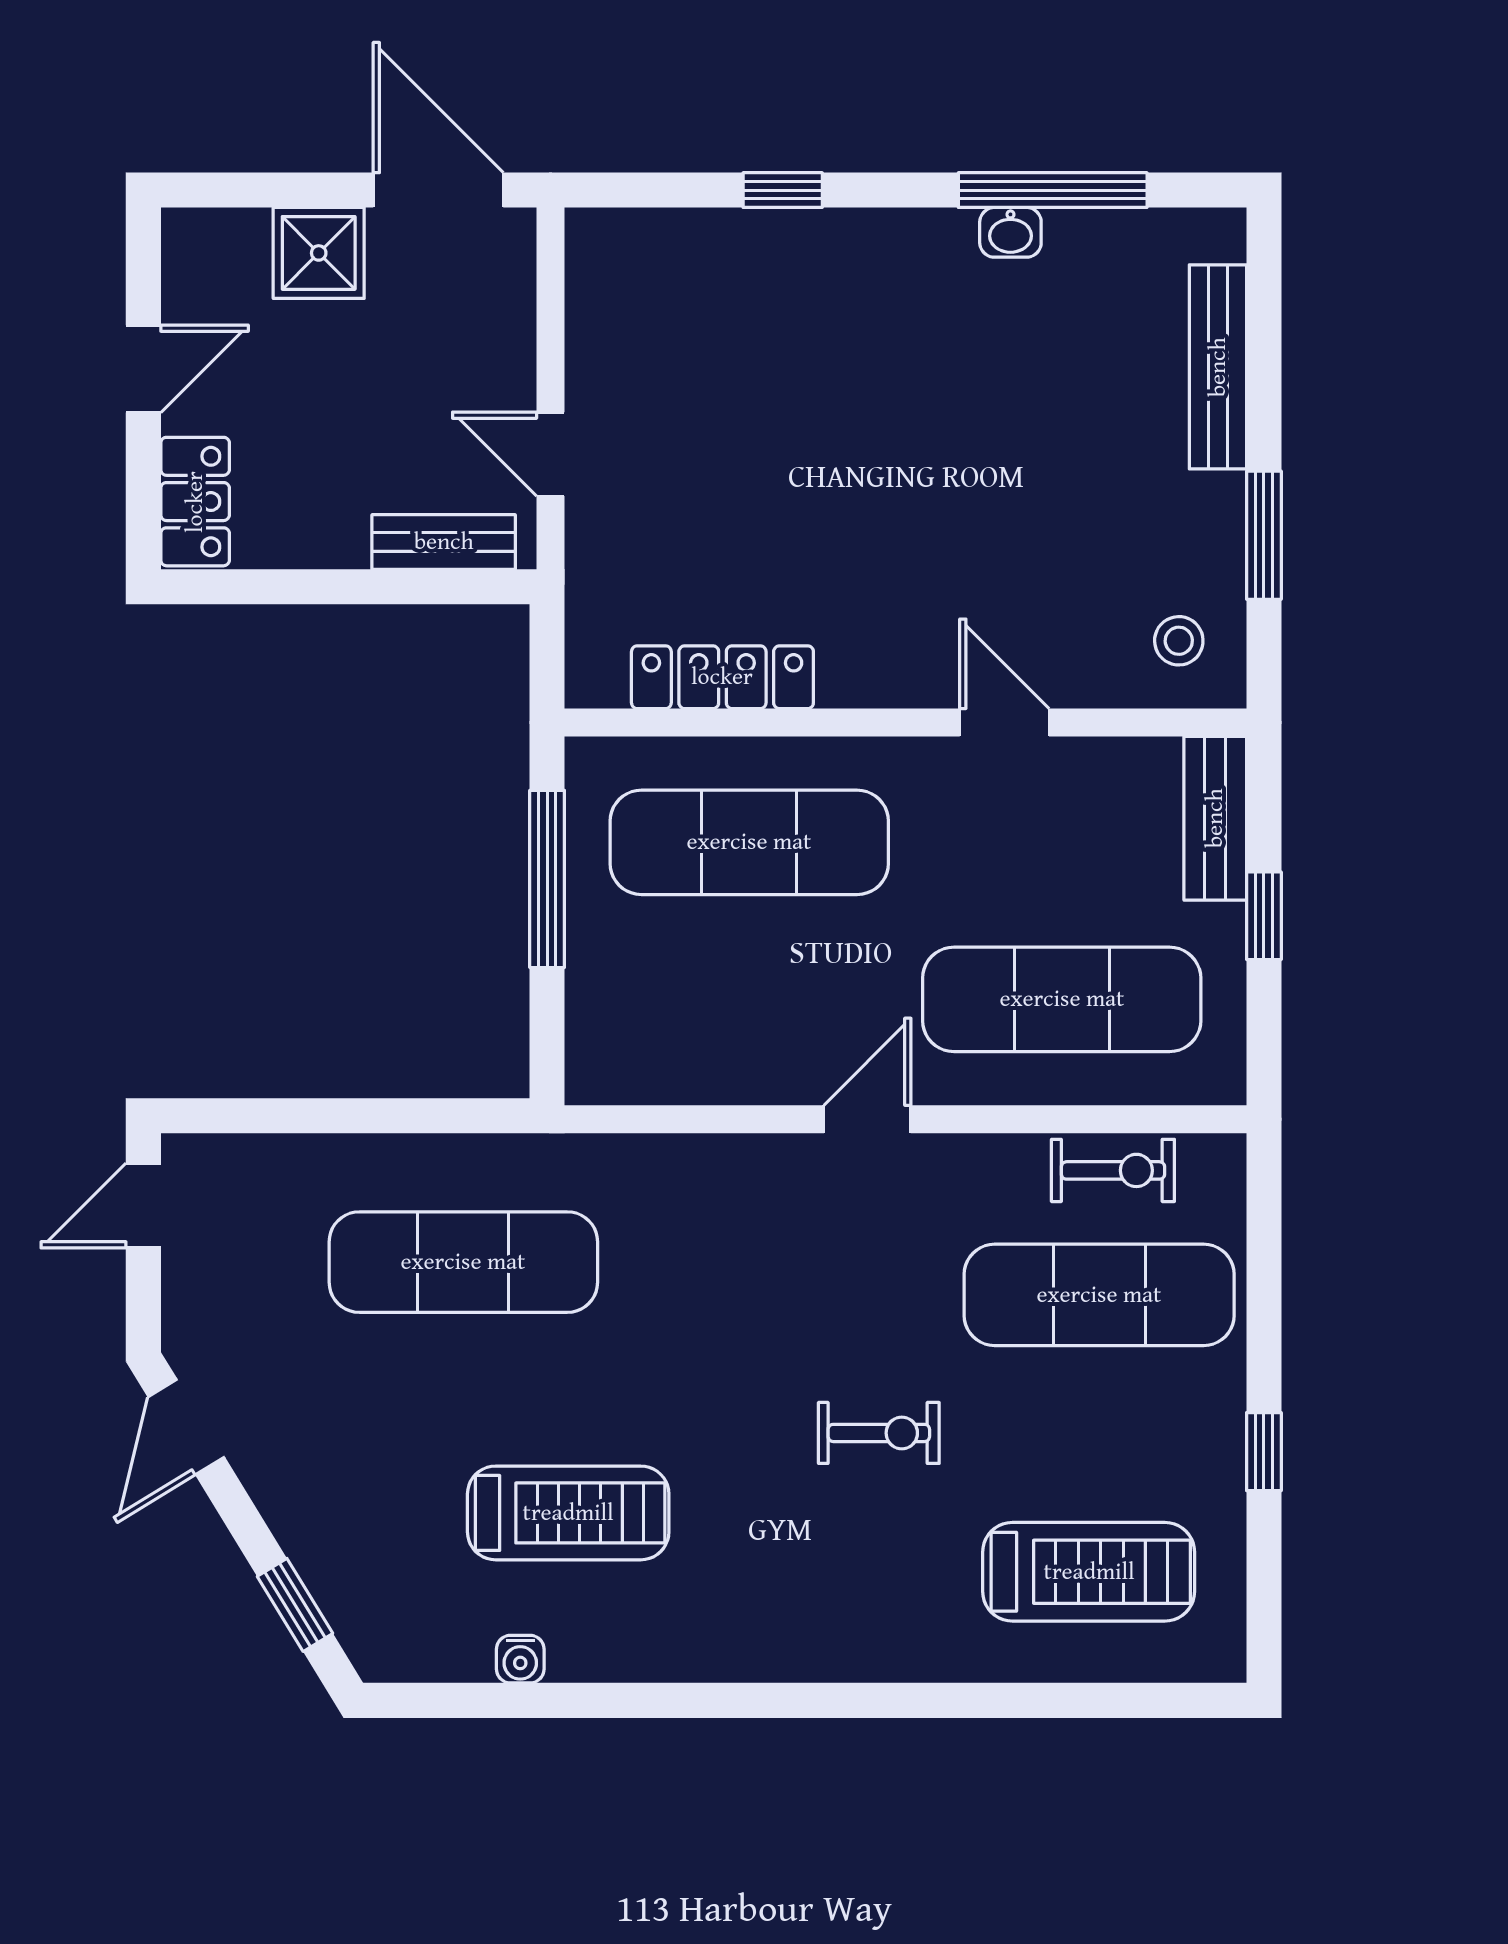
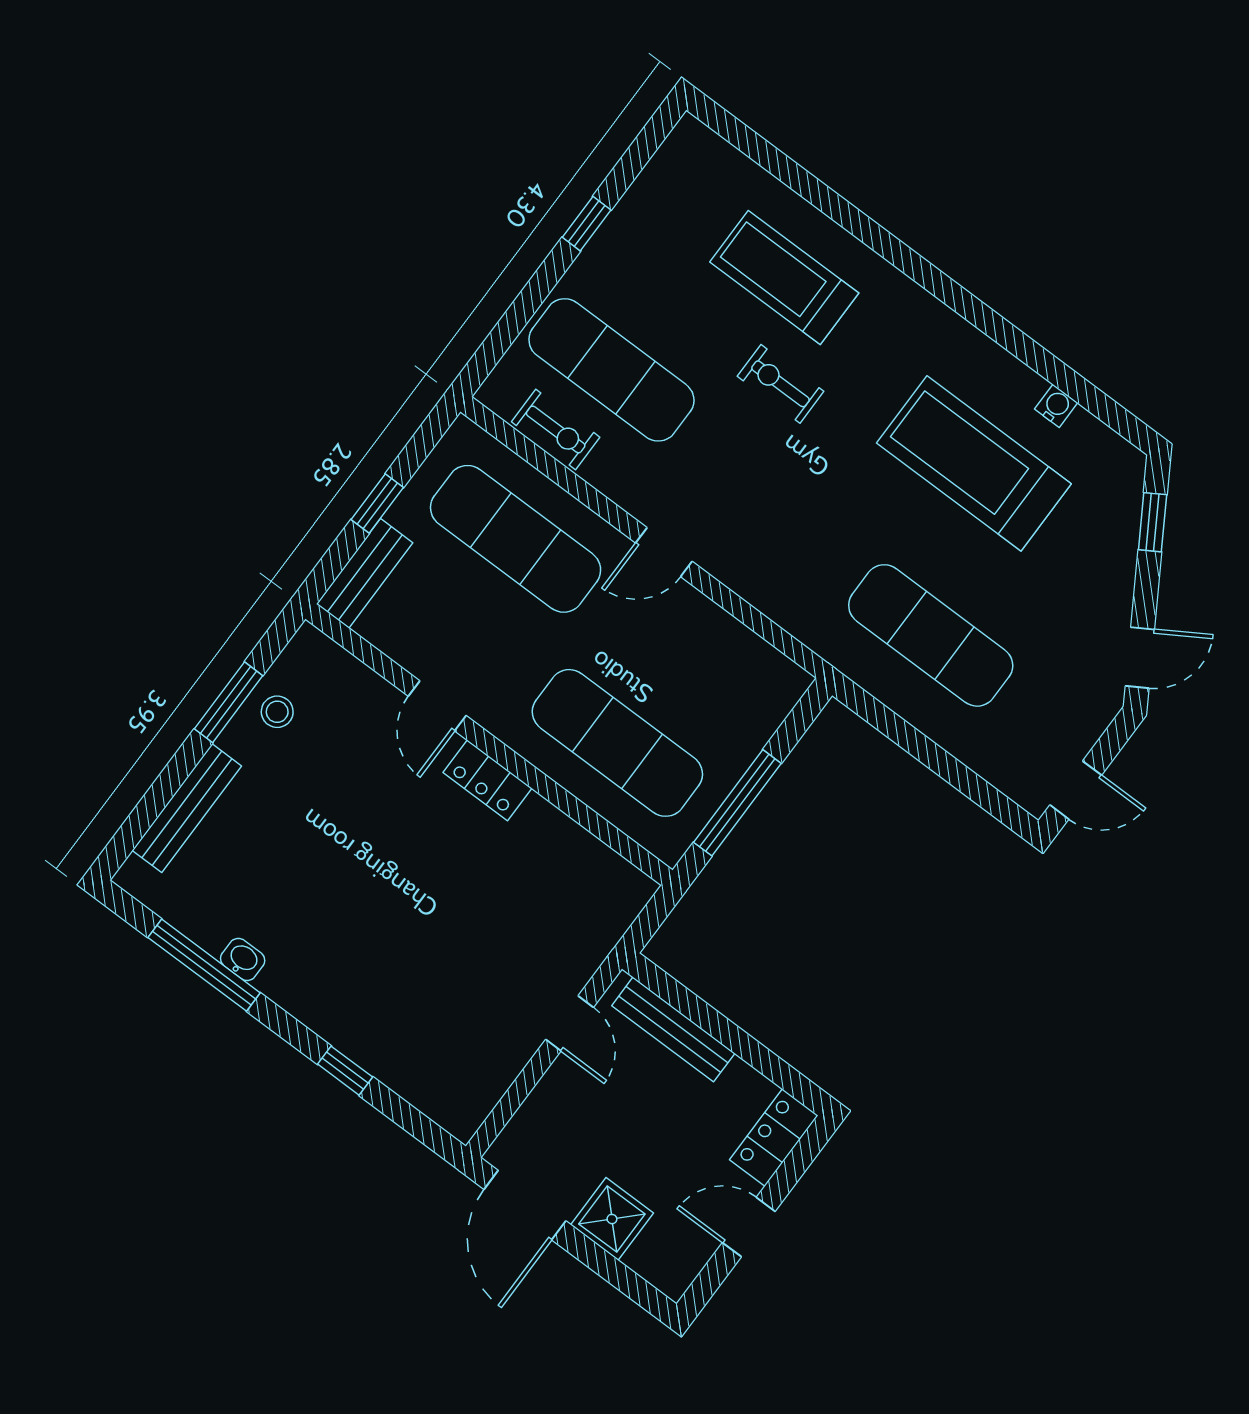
bench: (444, 542) -> (673, 1029), width x1.36
stool: (1179, 641) -> (277, 712), moved
locker: (722, 677) -> (487, 780), moved, width x0.66
exercise bike: (1113, 1170) -> (556, 429), turned 180
treadmill: (568, 1513) -> (974, 463), width x1.37, depth x1.38
treadmill: (1089, 1572) -> (784, 278), moved

